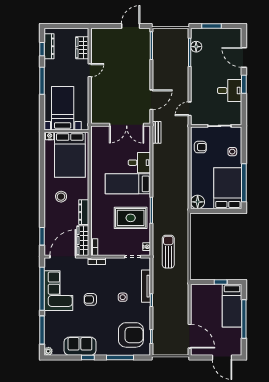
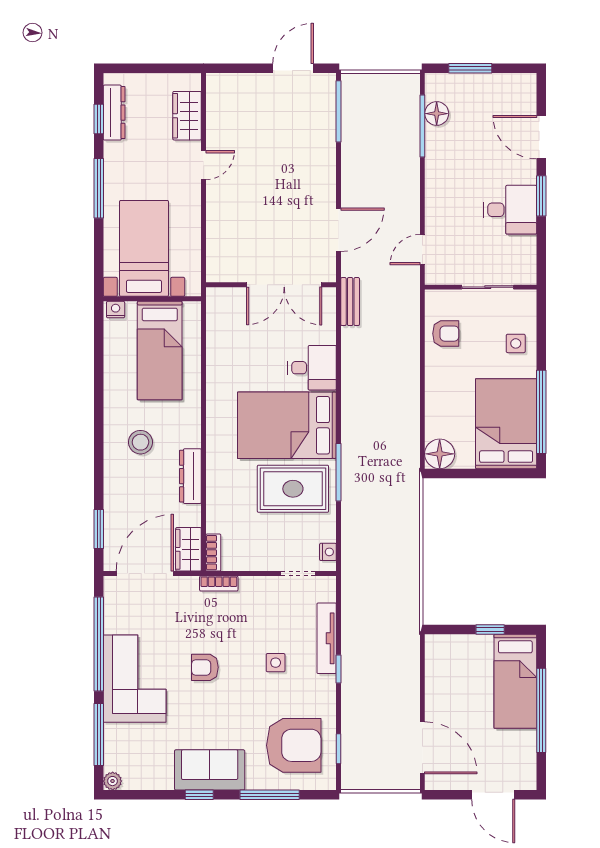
bed: (70, 155) -> (160, 351), width x0.67
bed: (128, 184) -> (287, 425), width x1.50
wardrobe: (83, 241) -> (188, 549), width x0.67
sun lounger: (168, 252) -> (375, 563), removed
corner sofa: (58, 291) -> (135, 679), moved
sofa: (80, 346) -> (210, 770), moved

